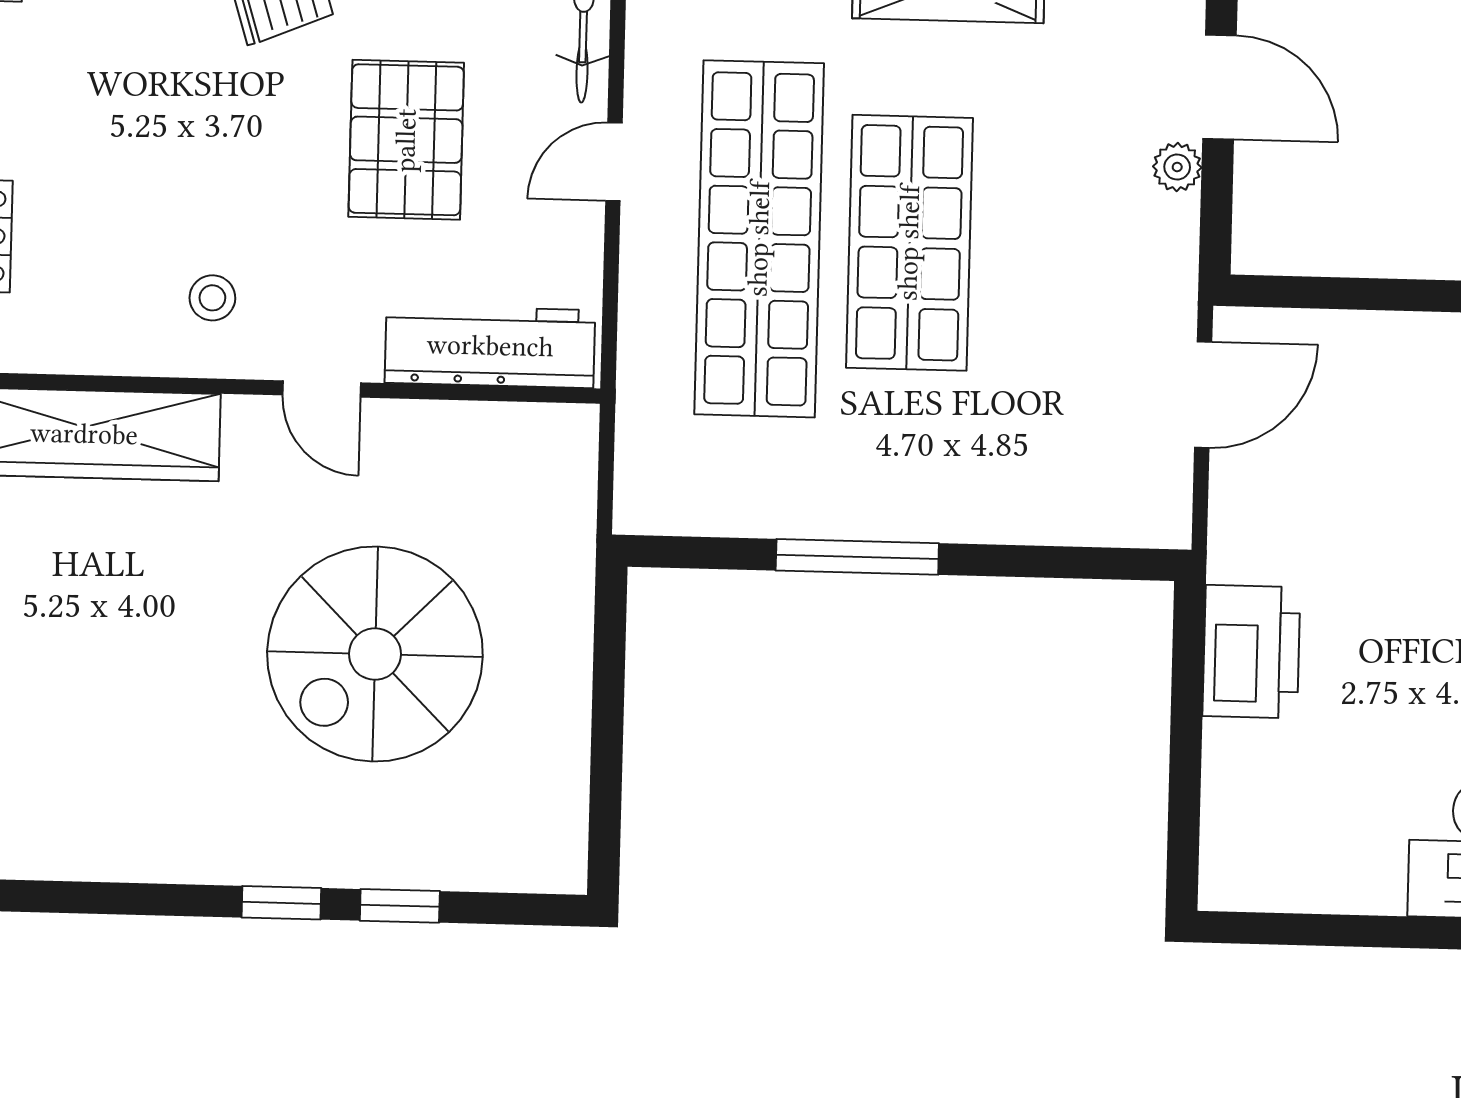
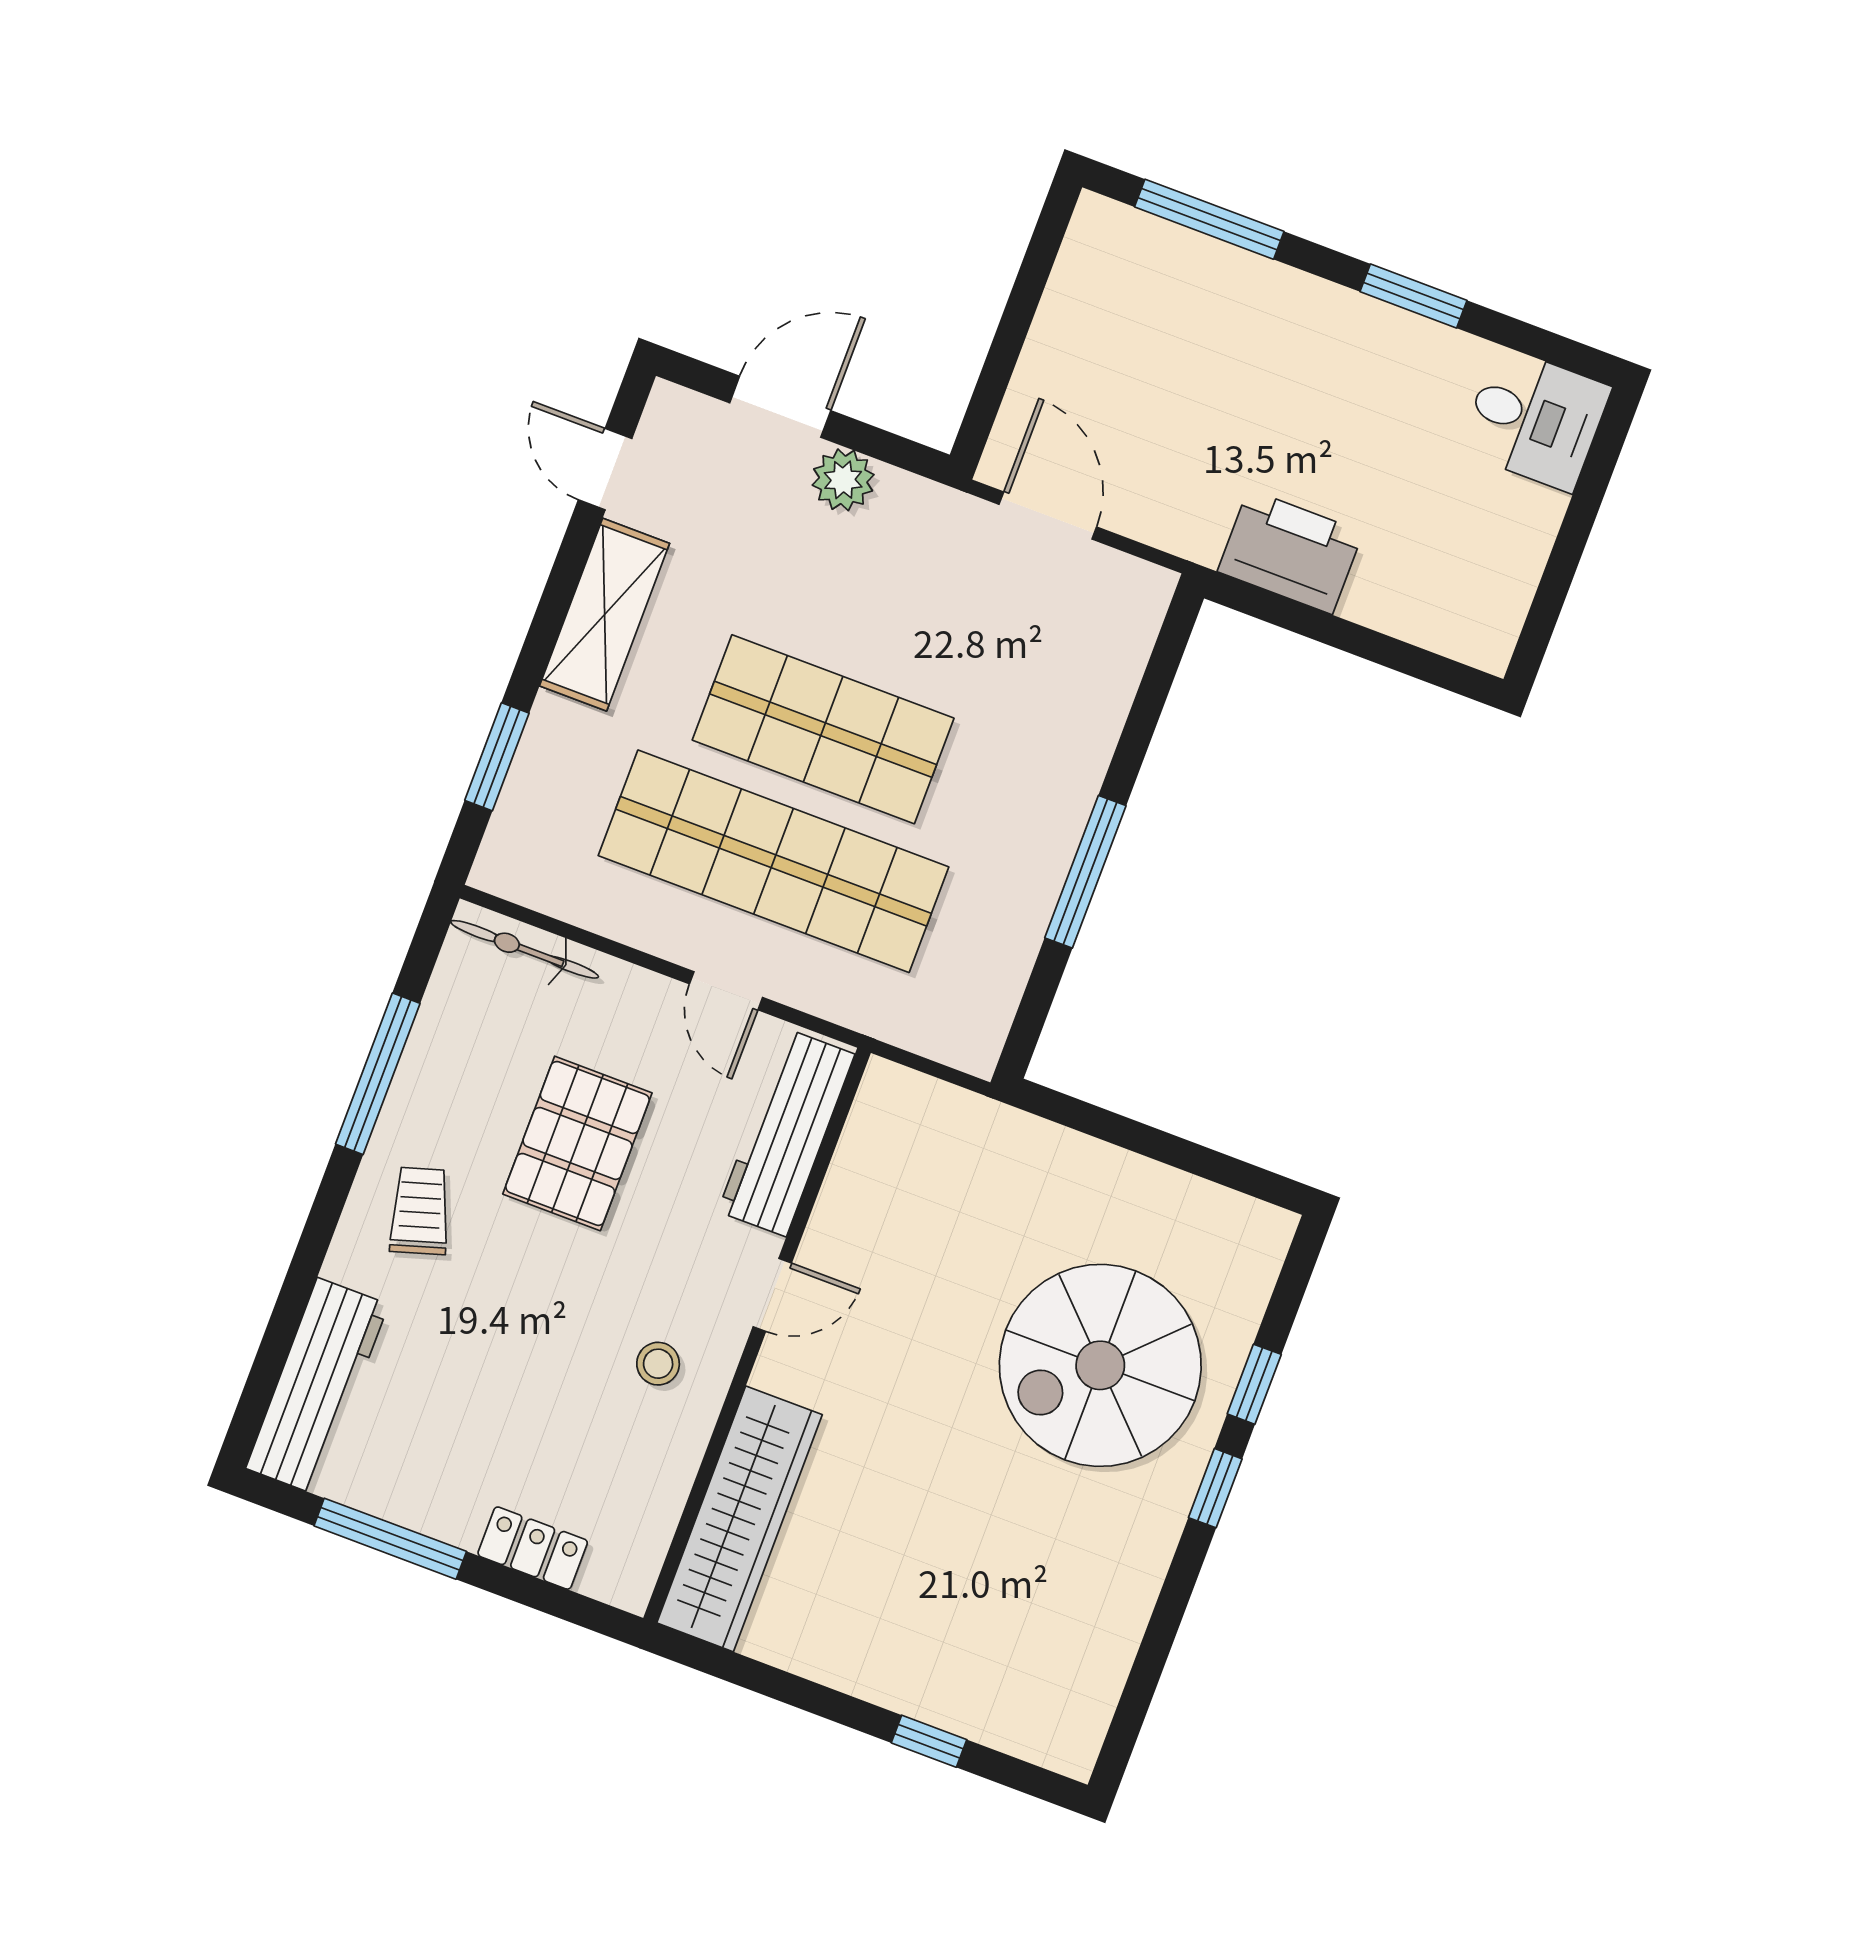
pallet: (406, 140) -> (577, 1143), turned 90
door: (614, 162) -> (726, 991), moved
plant: (1177, 167) -> (843, 480), width x1.38, depth x1.38
spiral stairs: (375, 654) -> (1100, 1365), moved, turned 90

